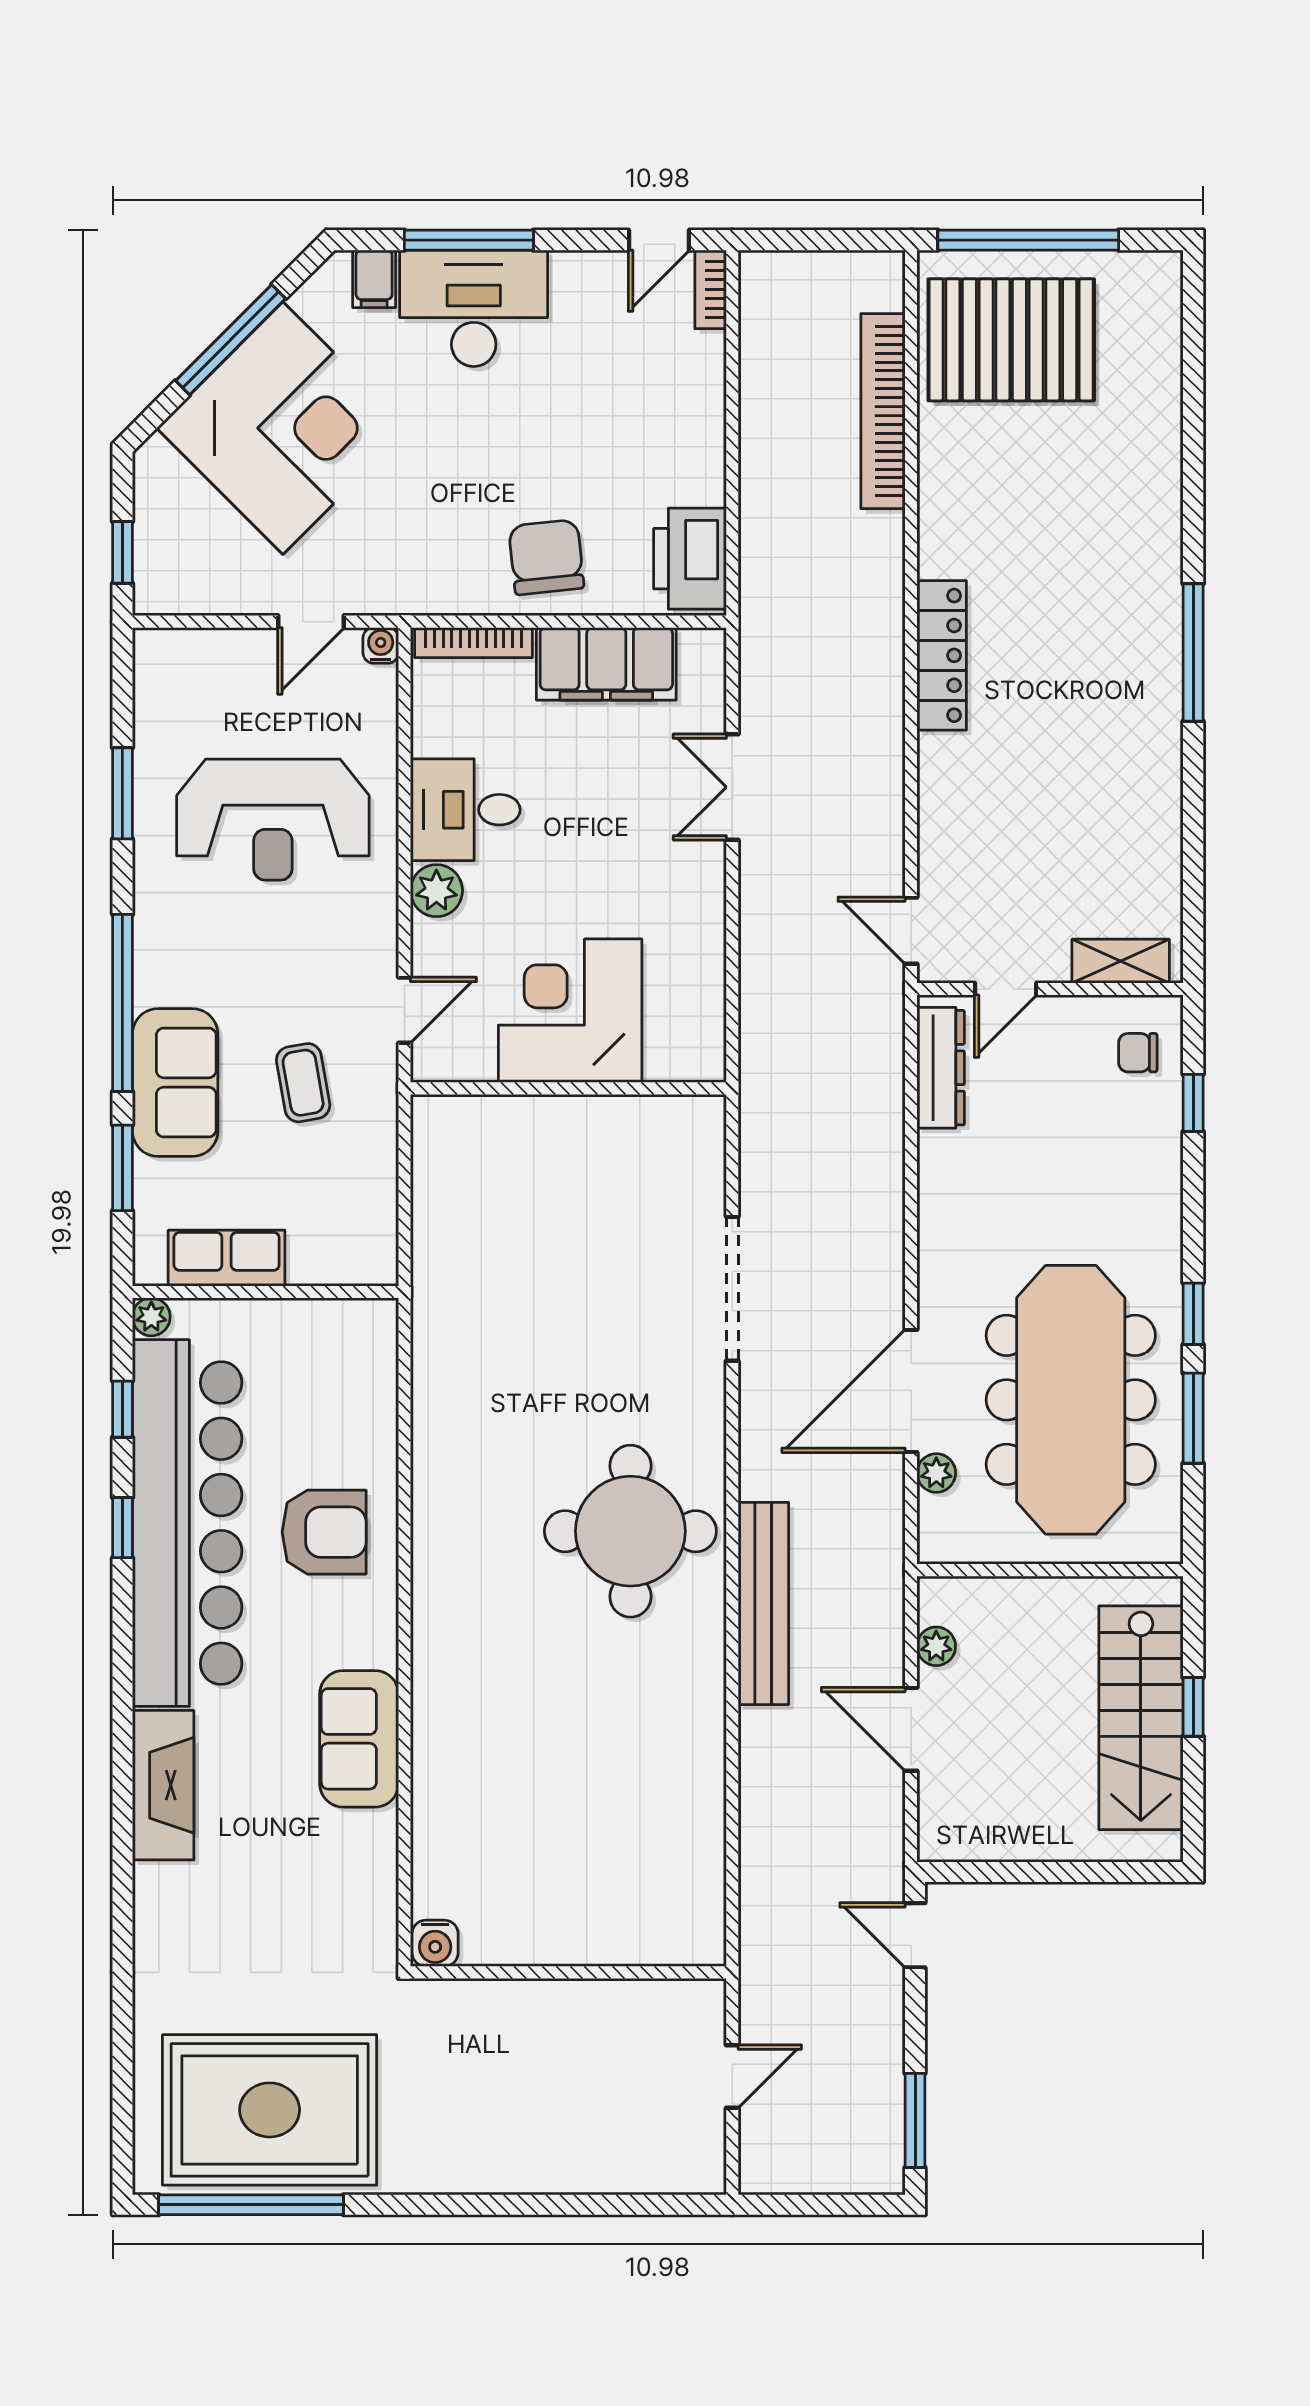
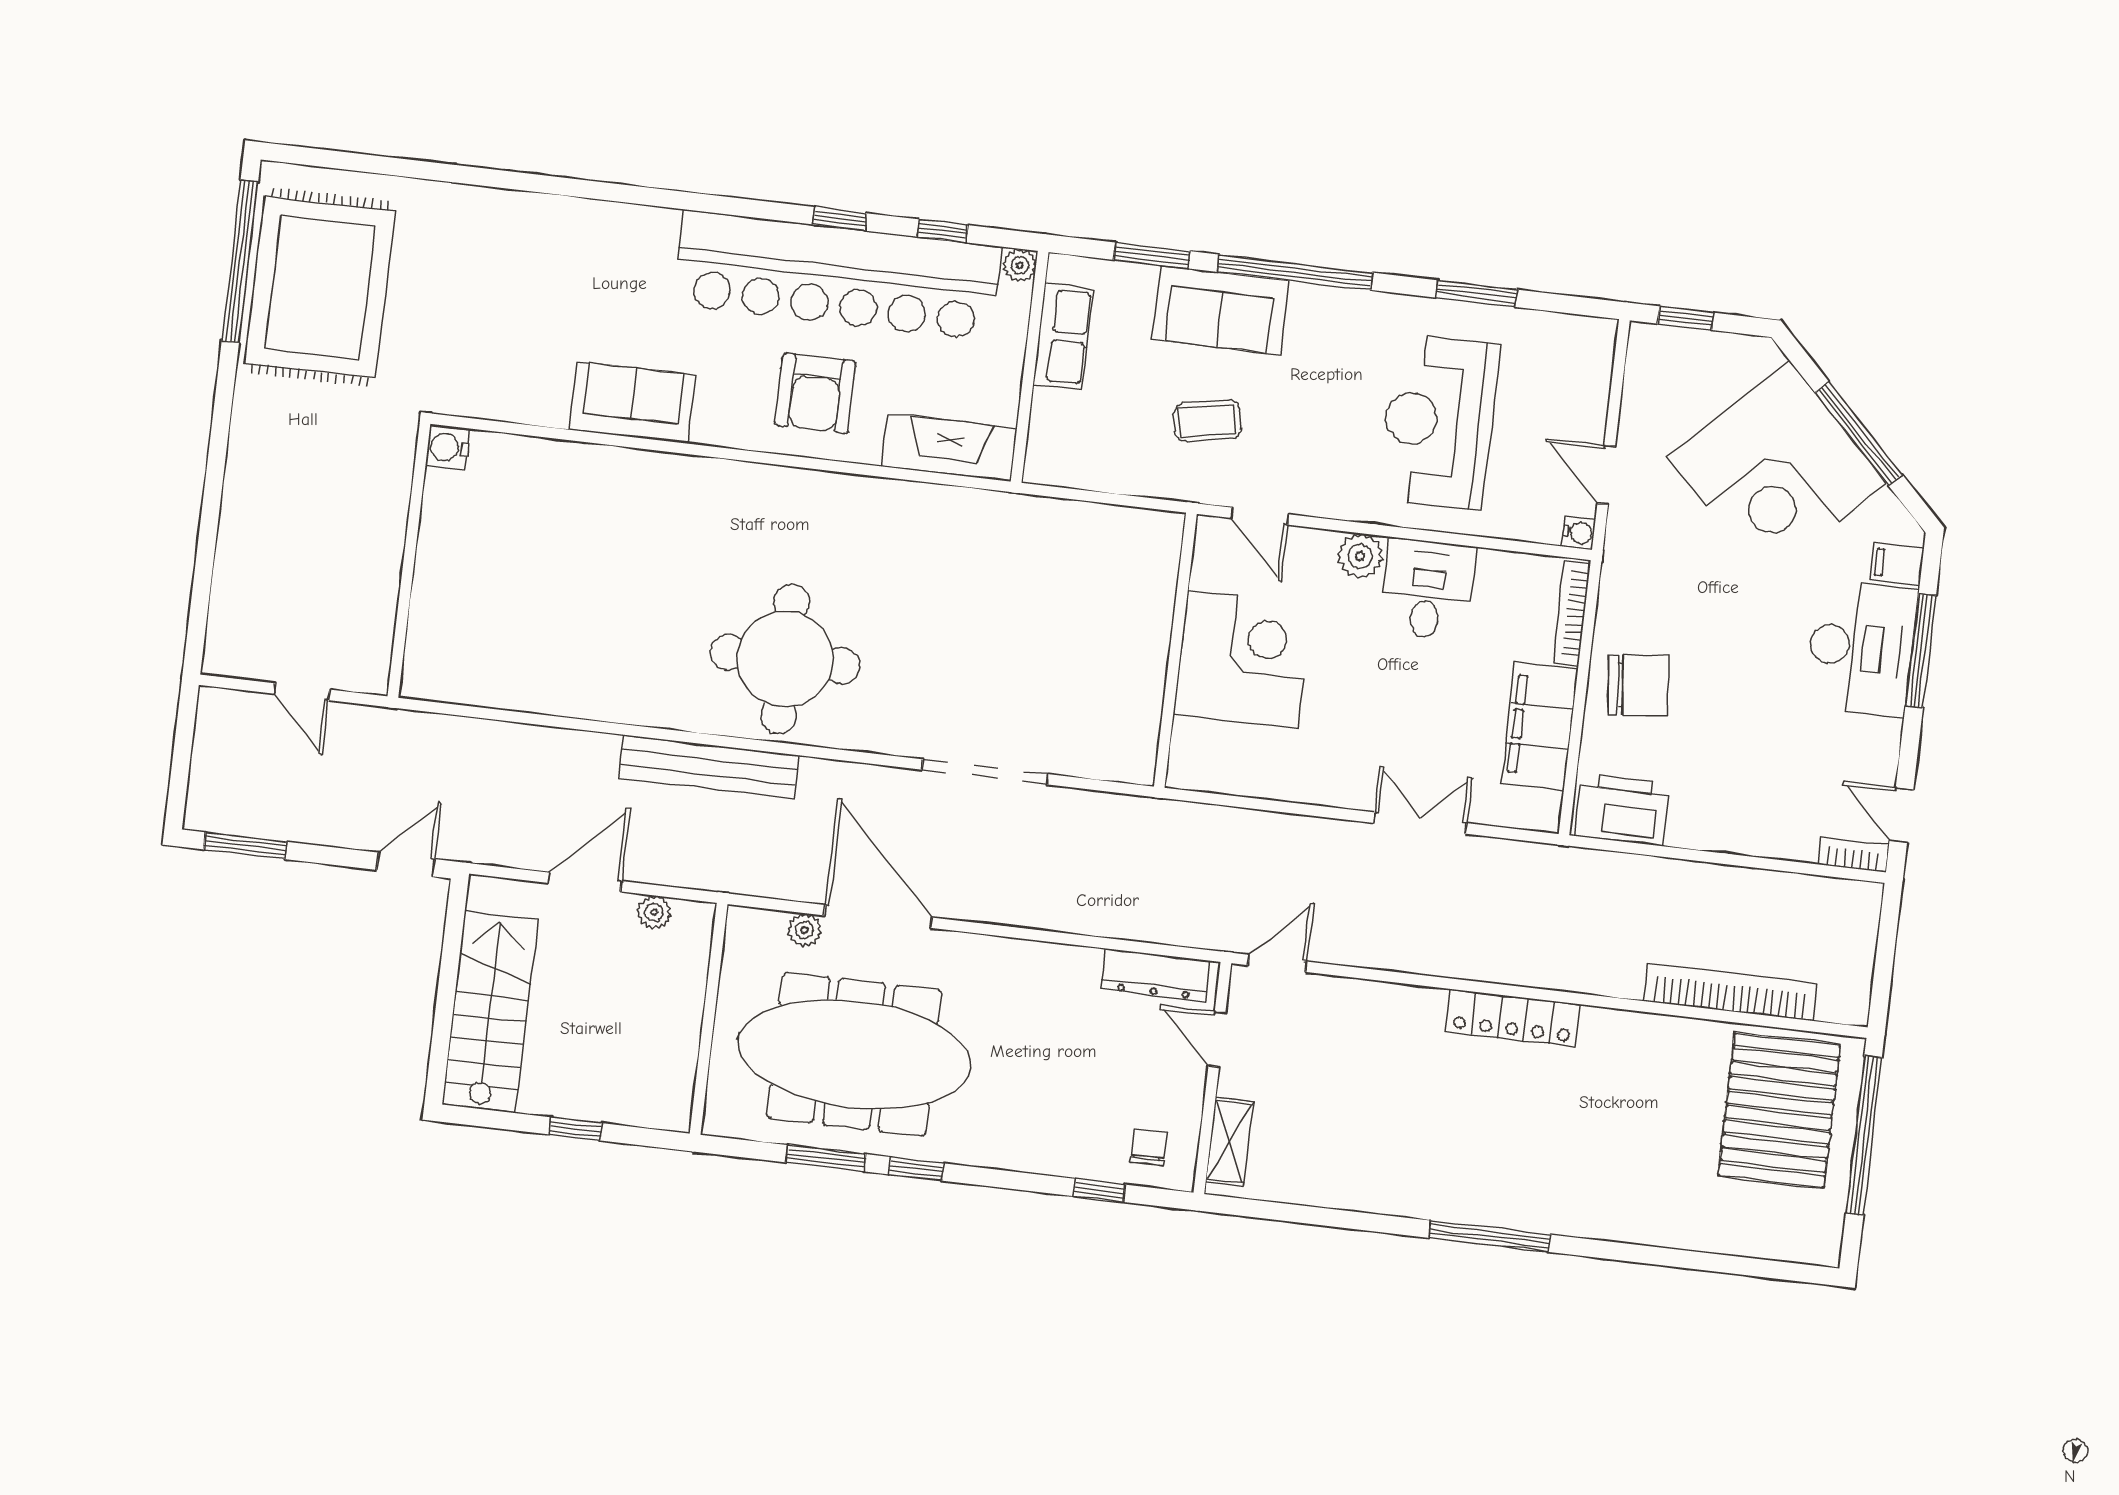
stairs: (1141, 1718) -> (490, 1012), moved, turned 90
fireplace: (163, 1785) -> (949, 447), moved, turned 180

